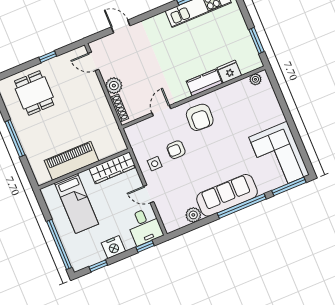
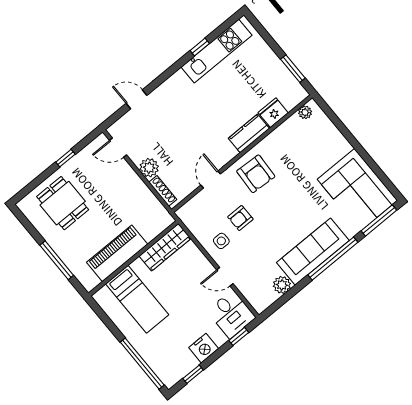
piano: (72, 161) -> (117, 253), moved
wardrobe: (112, 168) -> (165, 247), moved
wall: (84, 169) -> (133, 258), moved
bed: (77, 203) -> (137, 299), moved

